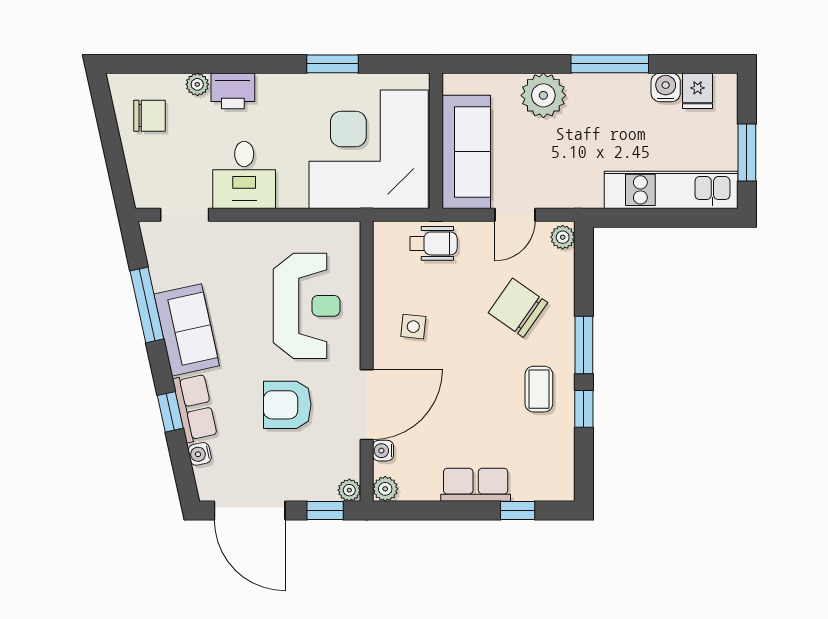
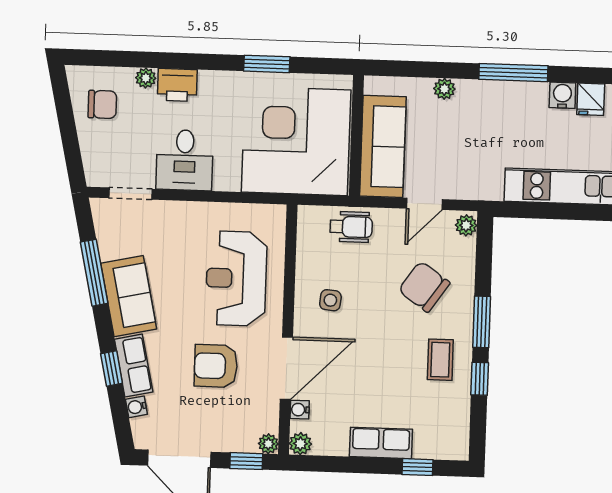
plant: (543, 95) -> (444, 89), width x0.53, depth x0.53
reception desk: (307, 306) -> (236, 278), turned 180

